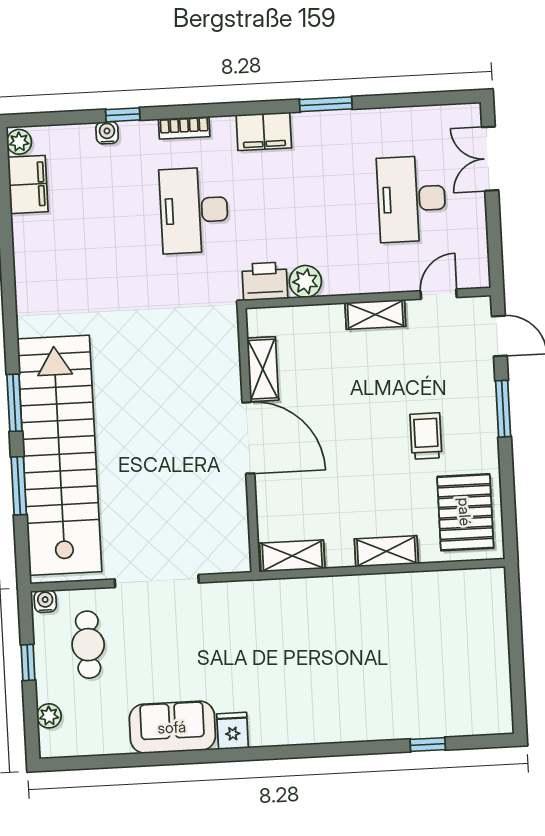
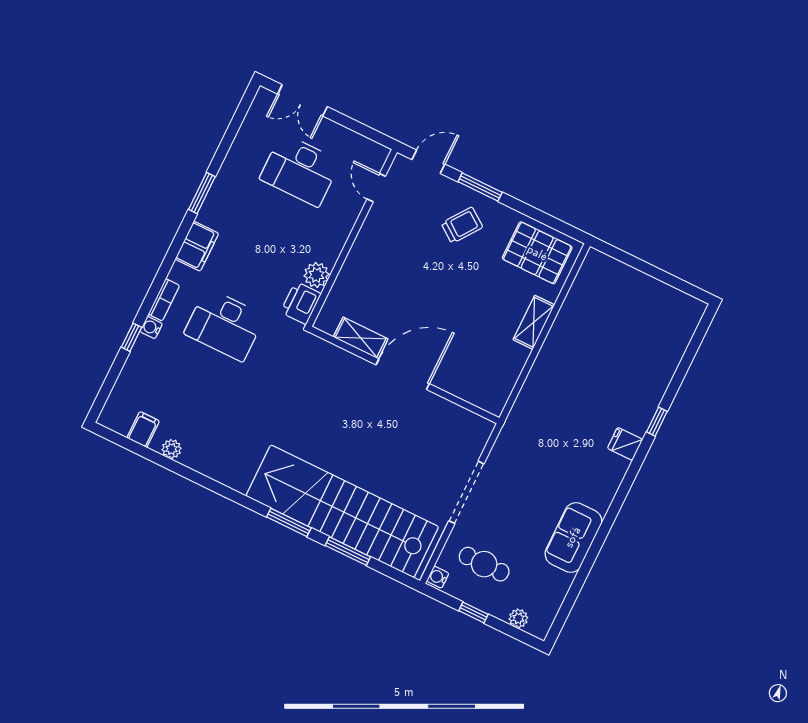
water cooler: (107, 133) -> (151, 328), moved
plant: (19, 142) -> (171, 449), moved
filing cabinet: (28, 184) -> (143, 429), width x0.50
shelving: (375, 314) -> (366, 239), removed
trolley: (426, 436) -> (462, 225), moved, turned 126
shelving: (292, 556) -> (501, 389), removed
fridge: (233, 731) -> (625, 444), moved
window: (428, 744) -> (657, 422), moved

